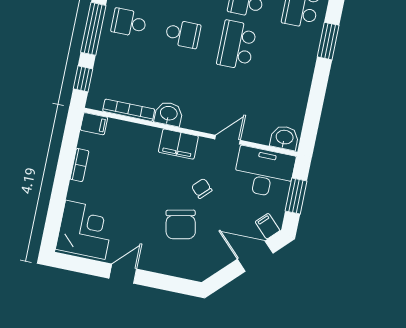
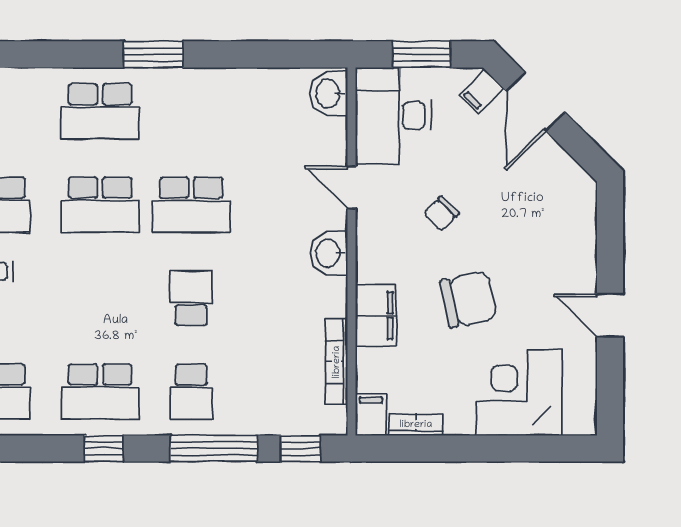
washbasin: (169, 114) -> (329, 253), moved
filing cabinet: (178, 144) -> (376, 316), moved
bookcase: (79, 165) -> (416, 425), moved
chair: (181, 224) -> (468, 299), moved
corner desk: (85, 230) -> (519, 393), moved

